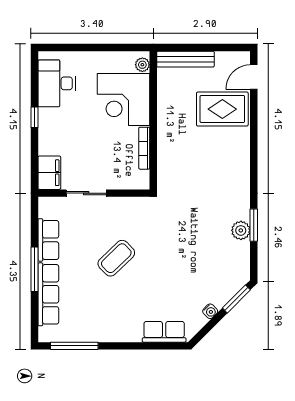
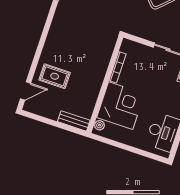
bench: (185, 59) -> (74, 121), width x0.73
rug: (222, 109) -> (55, 76), width x0.73, depth x0.70

